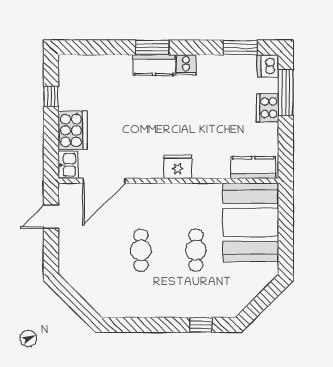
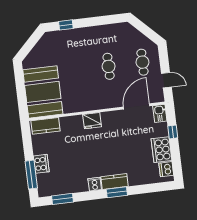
dishwasher: (268, 66) -> (166, 169), moved, turned 180
window: (51, 96) -> (173, 132), moved
cooker: (73, 130) -> (161, 150), moved
door: (51, 217) -> (166, 80), hinge flipped
cafe table: (196, 250) -> (142, 62), moved

